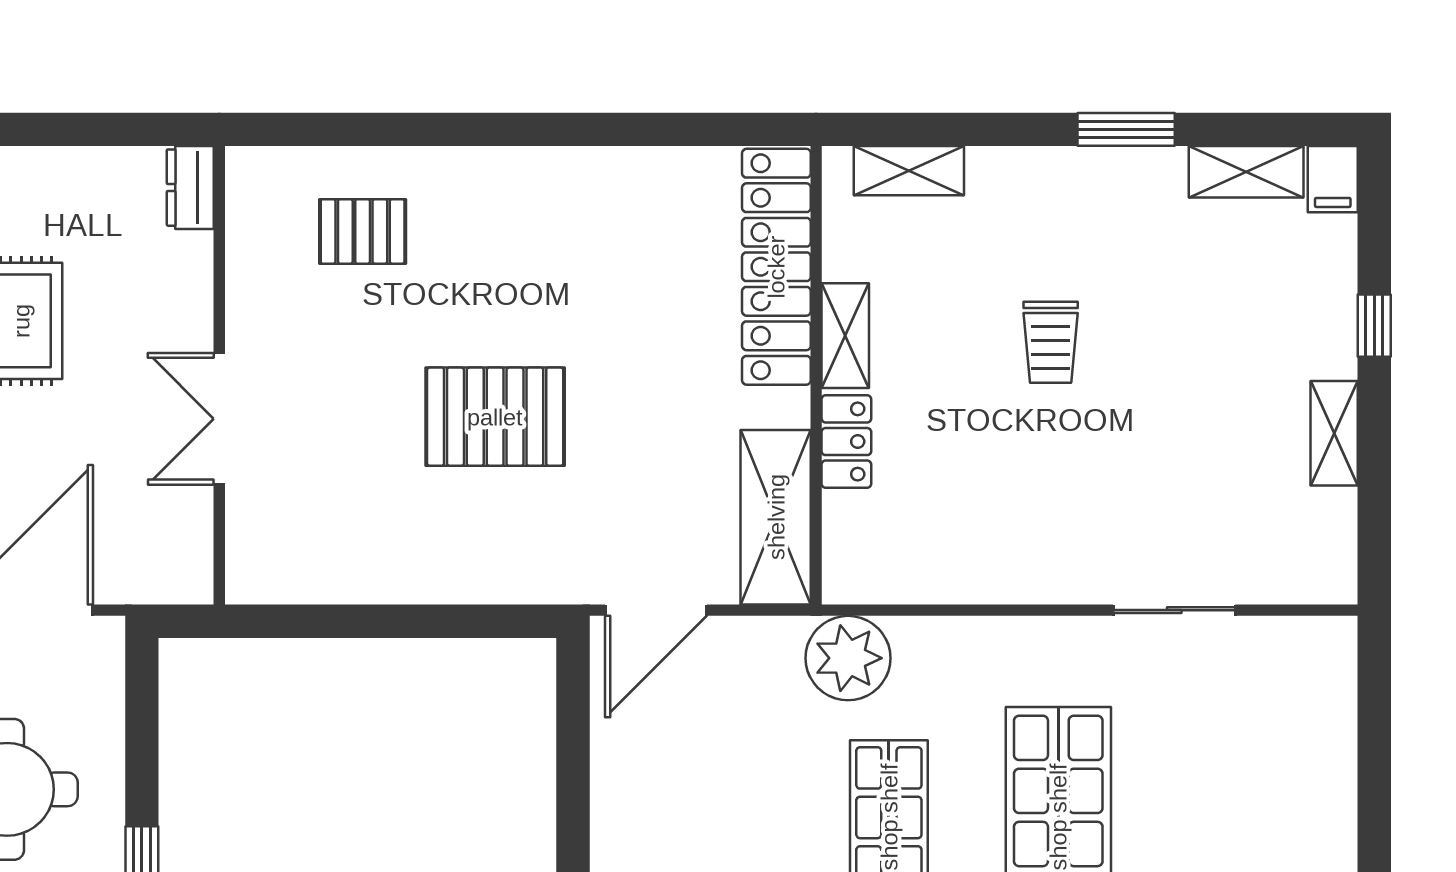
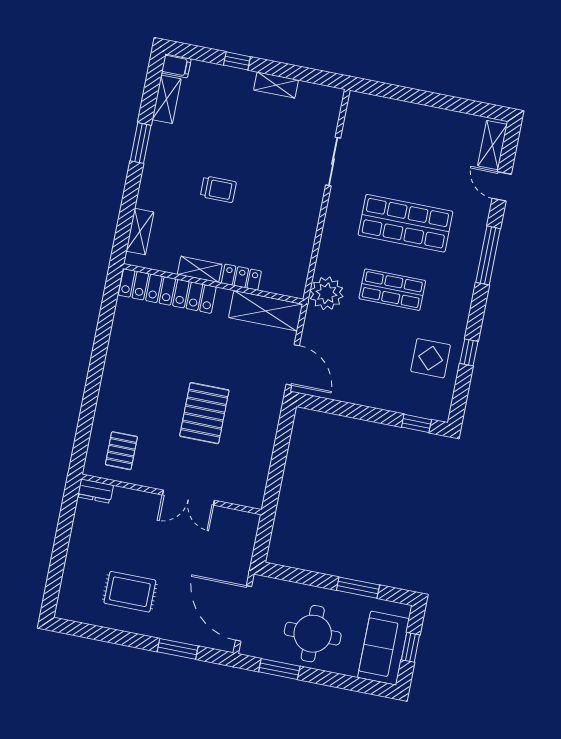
dresser: (190, 188) -> (95, 491), moved
wall: (219, 375) -> (171, 494), moved
double door: (219, 419) -> (188, 498), moved

